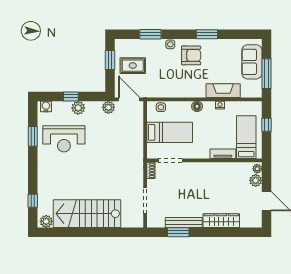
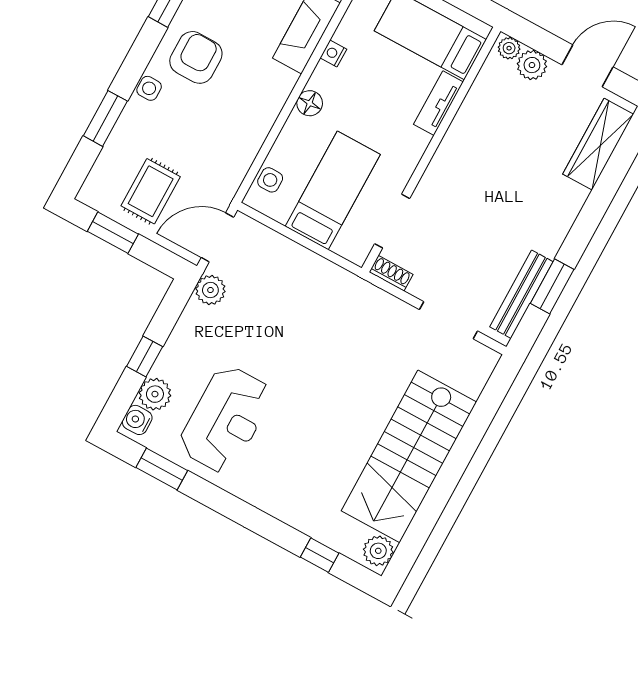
plant: (78, 108) -> (155, 394), moved
window: (33, 136) -> (162, 469), moved
wardrobe: (221, 221) -> (598, 144), moved
bench: (184, 223) -> (521, 294), moved

